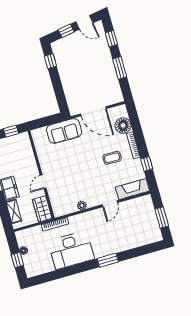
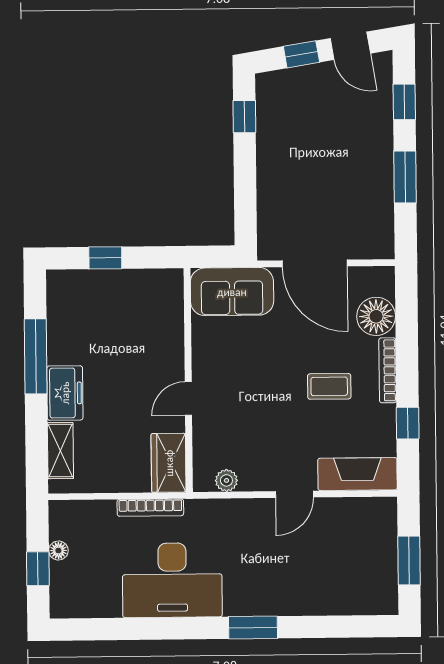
wall: (41, 174) -> (188, 380), moved
door: (43, 182) -> (188, 399), moved
wardrobe: (42, 209) -> (169, 463), moved

